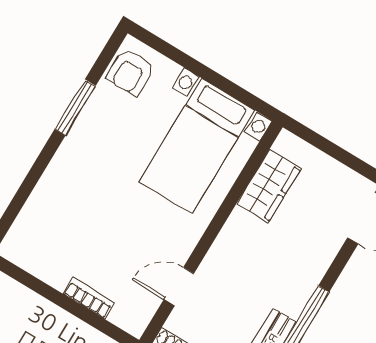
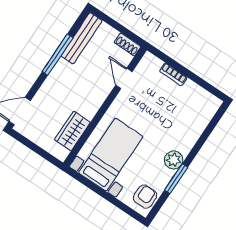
plant: (81, 142) -> (174, 160), added
door: (179, 287) -> (124, 78), swing flipped

